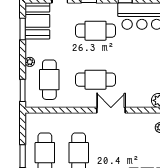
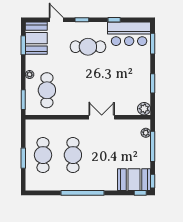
cafe table: (96, 80) -> (88, 90), removed

